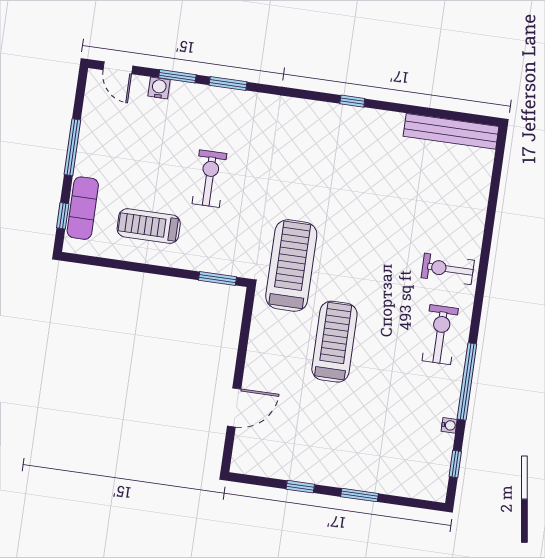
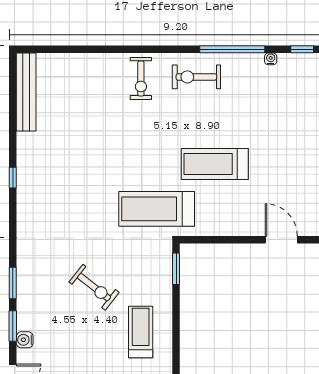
exercise bike: (209, 179) -> (94, 287), turned -142
treadmill: (149, 226) -> (141, 332), turned 180

